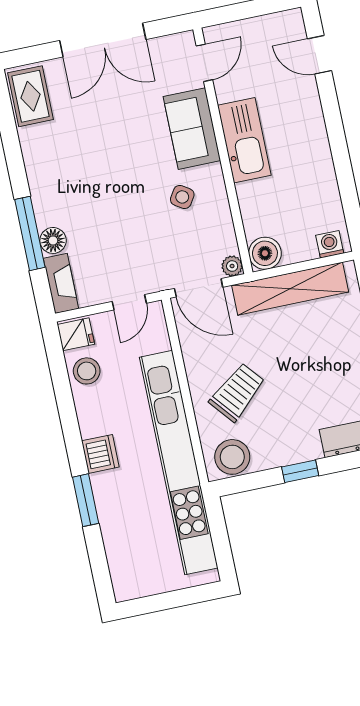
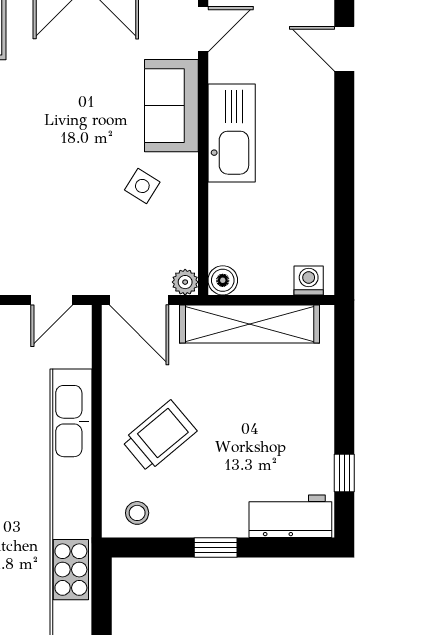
boiler: (265, 253) -> (223, 280), width x0.73, depth x0.73
stool: (232, 457) -> (137, 513), width x0.53, depth x0.53

